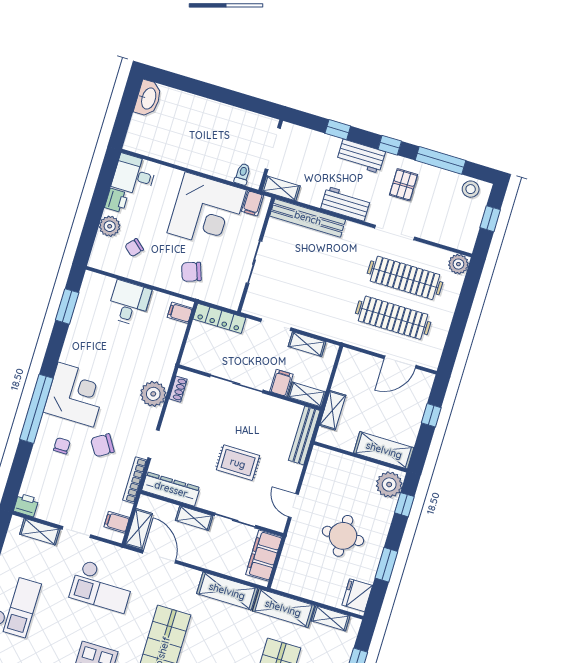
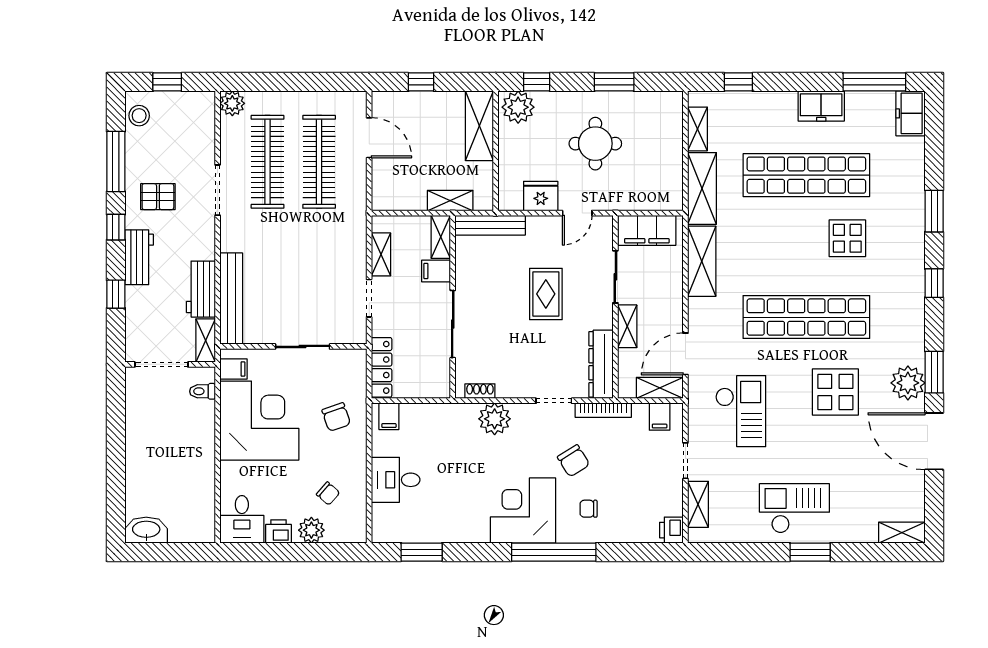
workbench: (346, 204) -> (201, 289), moved
fridge: (357, 595) -> (541, 196), moved, turned 180

